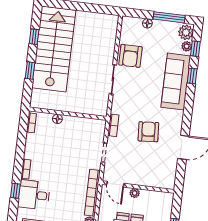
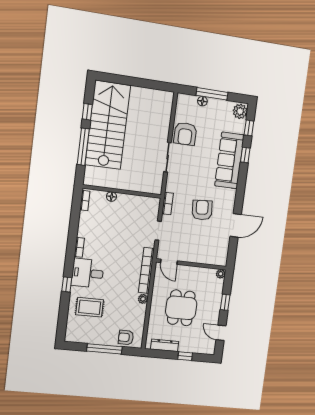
window: (169, 17) -> (212, 94), moved
plant: (187, 46) -> (241, 125), removed
window: (30, 70) -> (83, 147), width x2.17
window: (15, 191) -> (67, 284), moved
plant: (135, 193) -> (221, 274), moved

